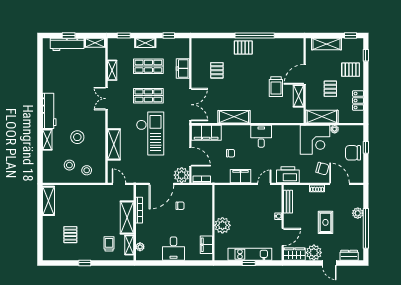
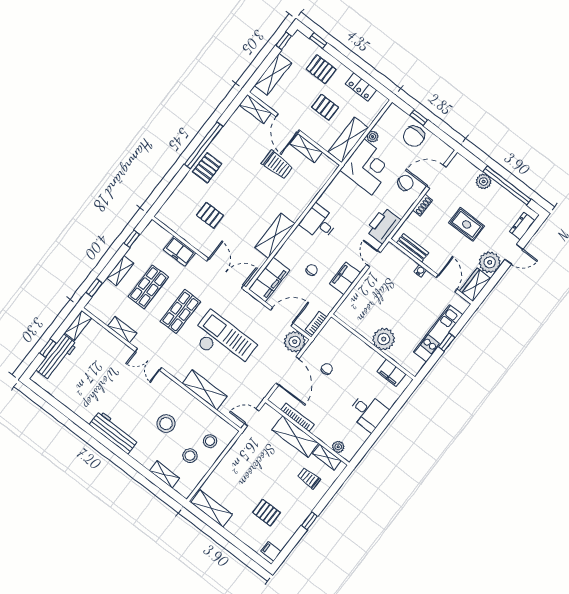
shelving: (299, 49) -> (256, 109), added
pallet: (351, 70) -> (321, 69), turned 90
shelving: (47, 140) -> (164, 474), moved
filing cabinet: (50, 254) -> (271, 551), added

